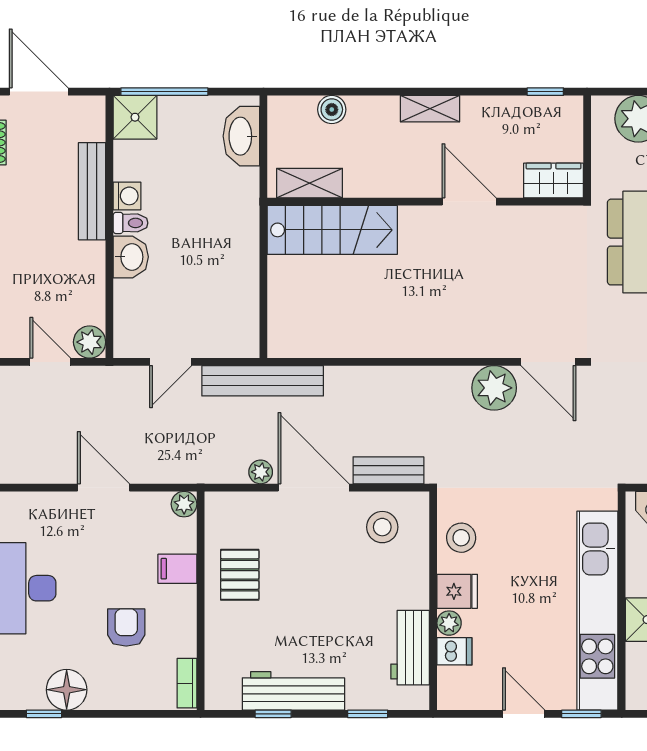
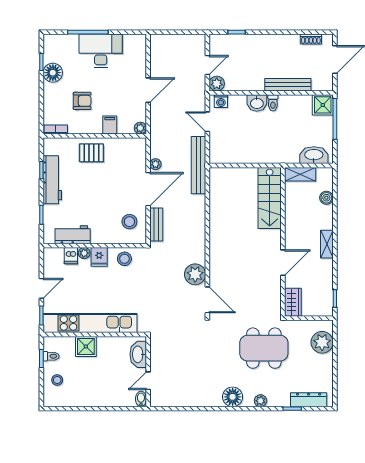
shelving: (310, 183) -> (300, 174), moved, turned 90
washing machine: (127, 196) -> (221, 101), moved
door: (548, 362) -> (207, 300), swing flipped
pallet: (240, 575) -> (91, 153), moved

